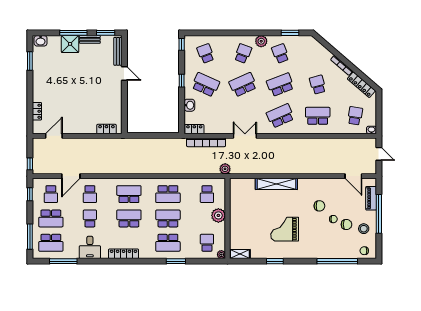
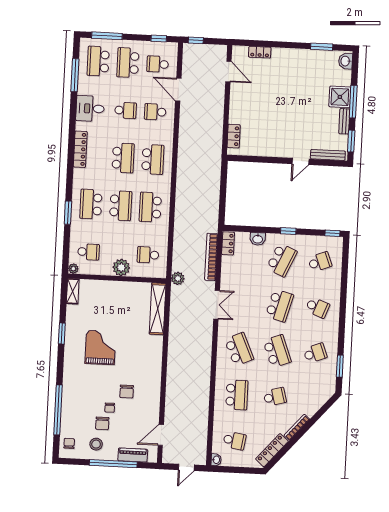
plant: (261, 41) -> (331, 331), removed
school desk: (243, 85) -> (279, 306), turned 39
shelving: (276, 184) -> (158, 309), moved

